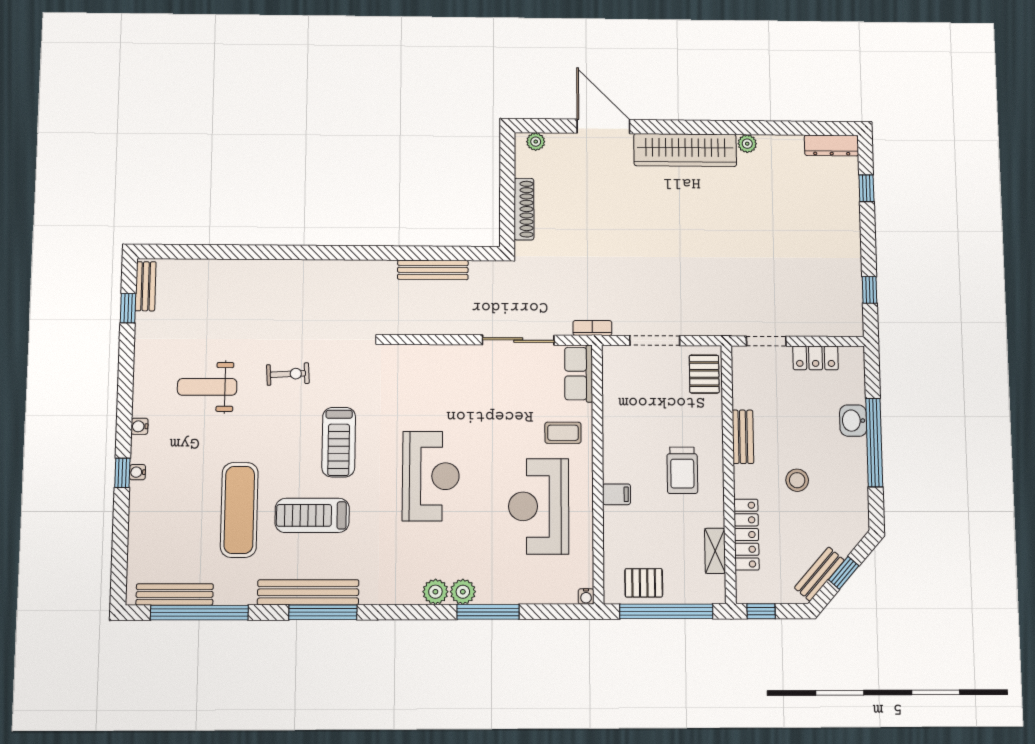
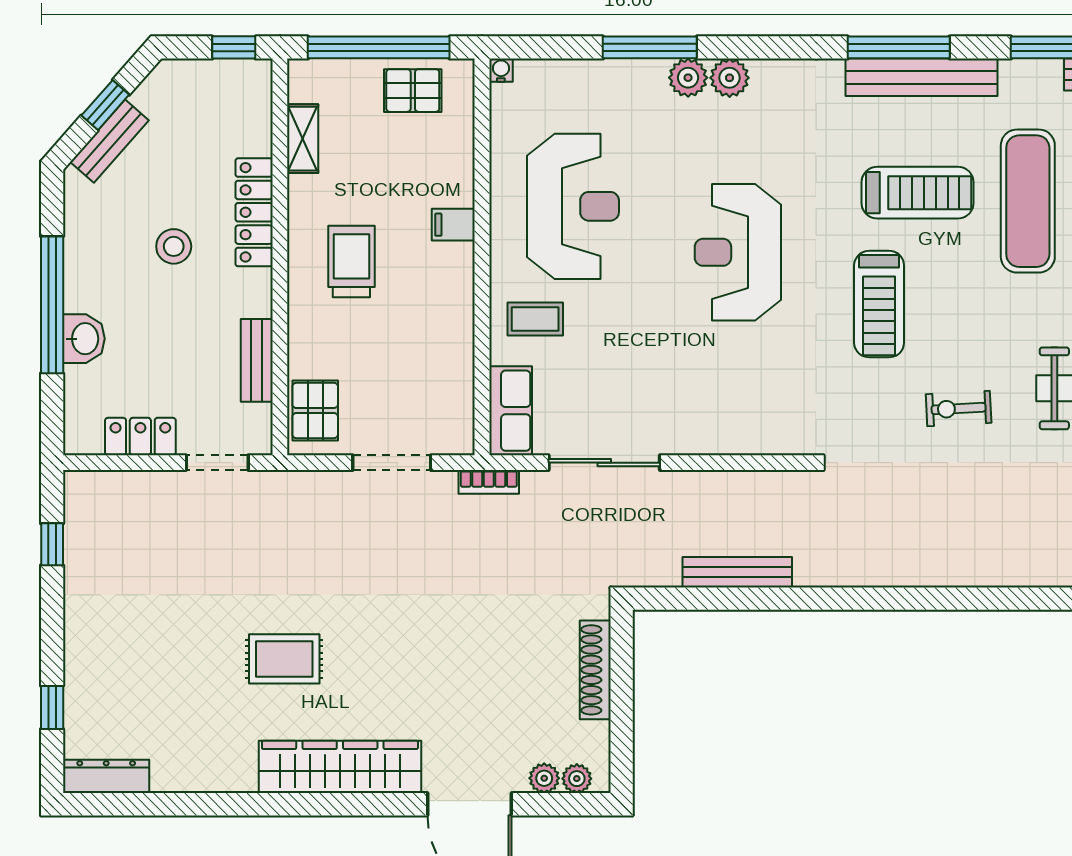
plant: (747, 144) -> (544, 778), moved
rug: (721, 217) -> (284, 659), added
bench: (743, 437) -> (257, 360), moved
treadmill: (339, 442) -> (879, 304), turned 180
locker: (746, 535) -> (254, 212), moved
bench: (819, 574) -> (109, 141), moved

